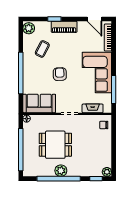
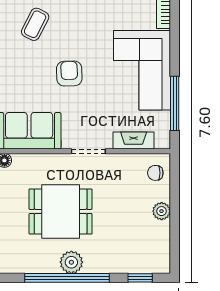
plant: (107, 172) -> (162, 211), moved

